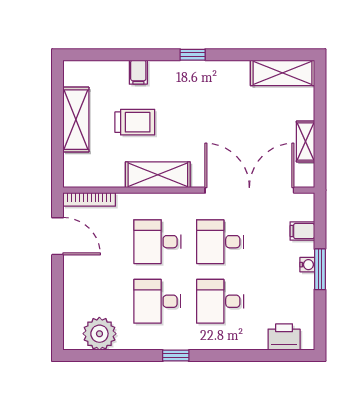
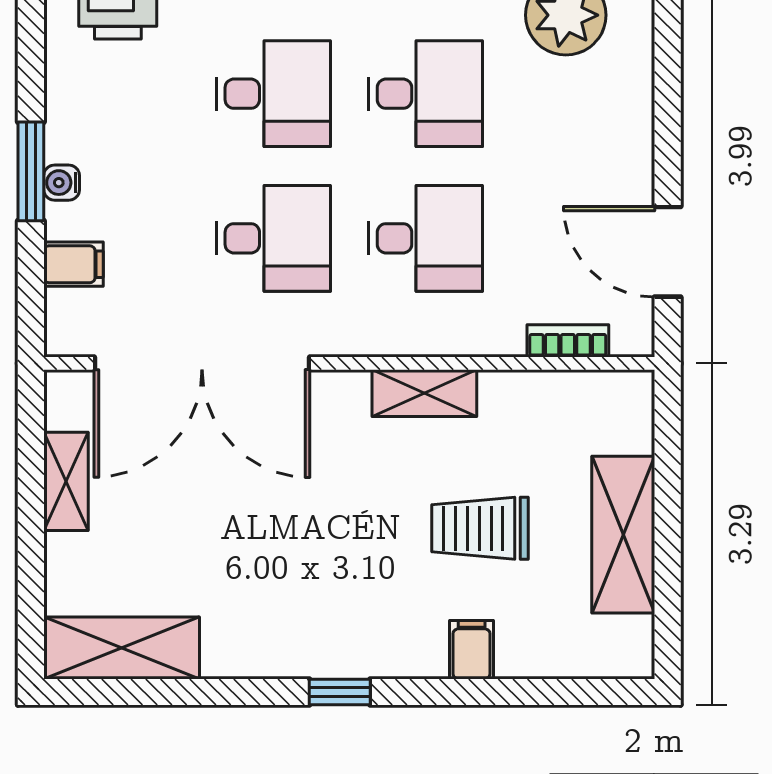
shelving: (158, 175) -> (424, 393), width x0.67, depth x0.75
bookcase: (89, 199) -> (568, 341), width x0.64

